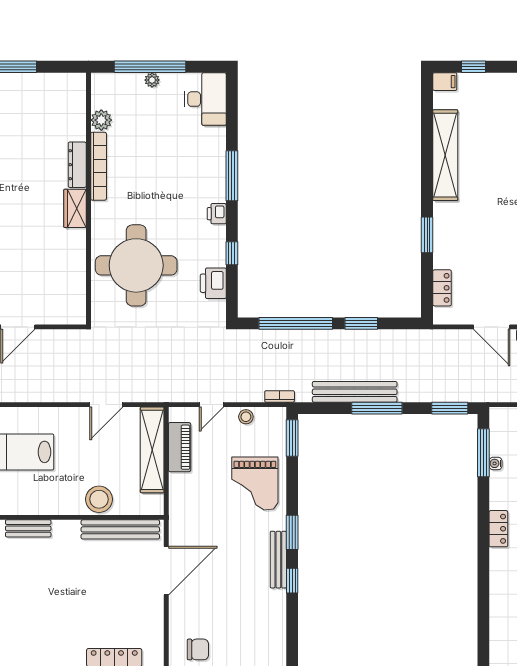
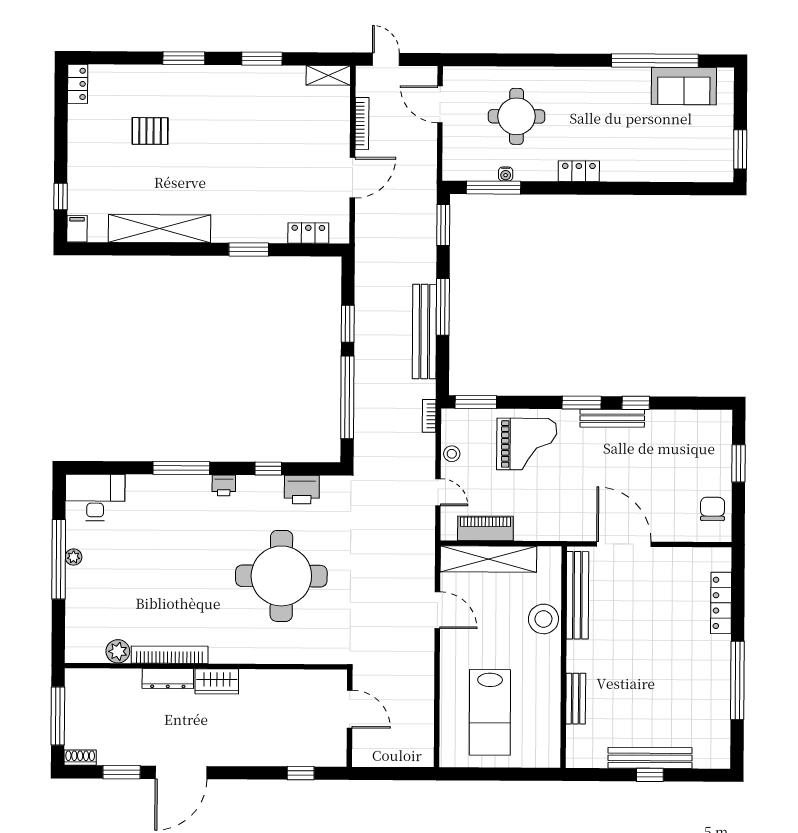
plant: (101, 120) -> (118, 651), moved
dresser: (77, 165) -> (168, 679), moved
bookcase: (99, 166) -> (170, 655), moved
wall: (88, 199) -> (206, 666), moved
wardrobe: (75, 208) -> (217, 681), moved

